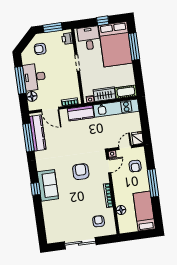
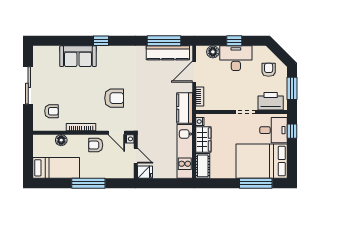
window: (103, 21) -> (292, 131), moved
printer: (67, 39) -> (271, 101), width x1.87, depth x1.48
window: (20, 80) -> (234, 41), width x0.46
armchair: (135, 166) -> (96, 145), moved
sofa: (48, 185) -> (78, 56), moved

